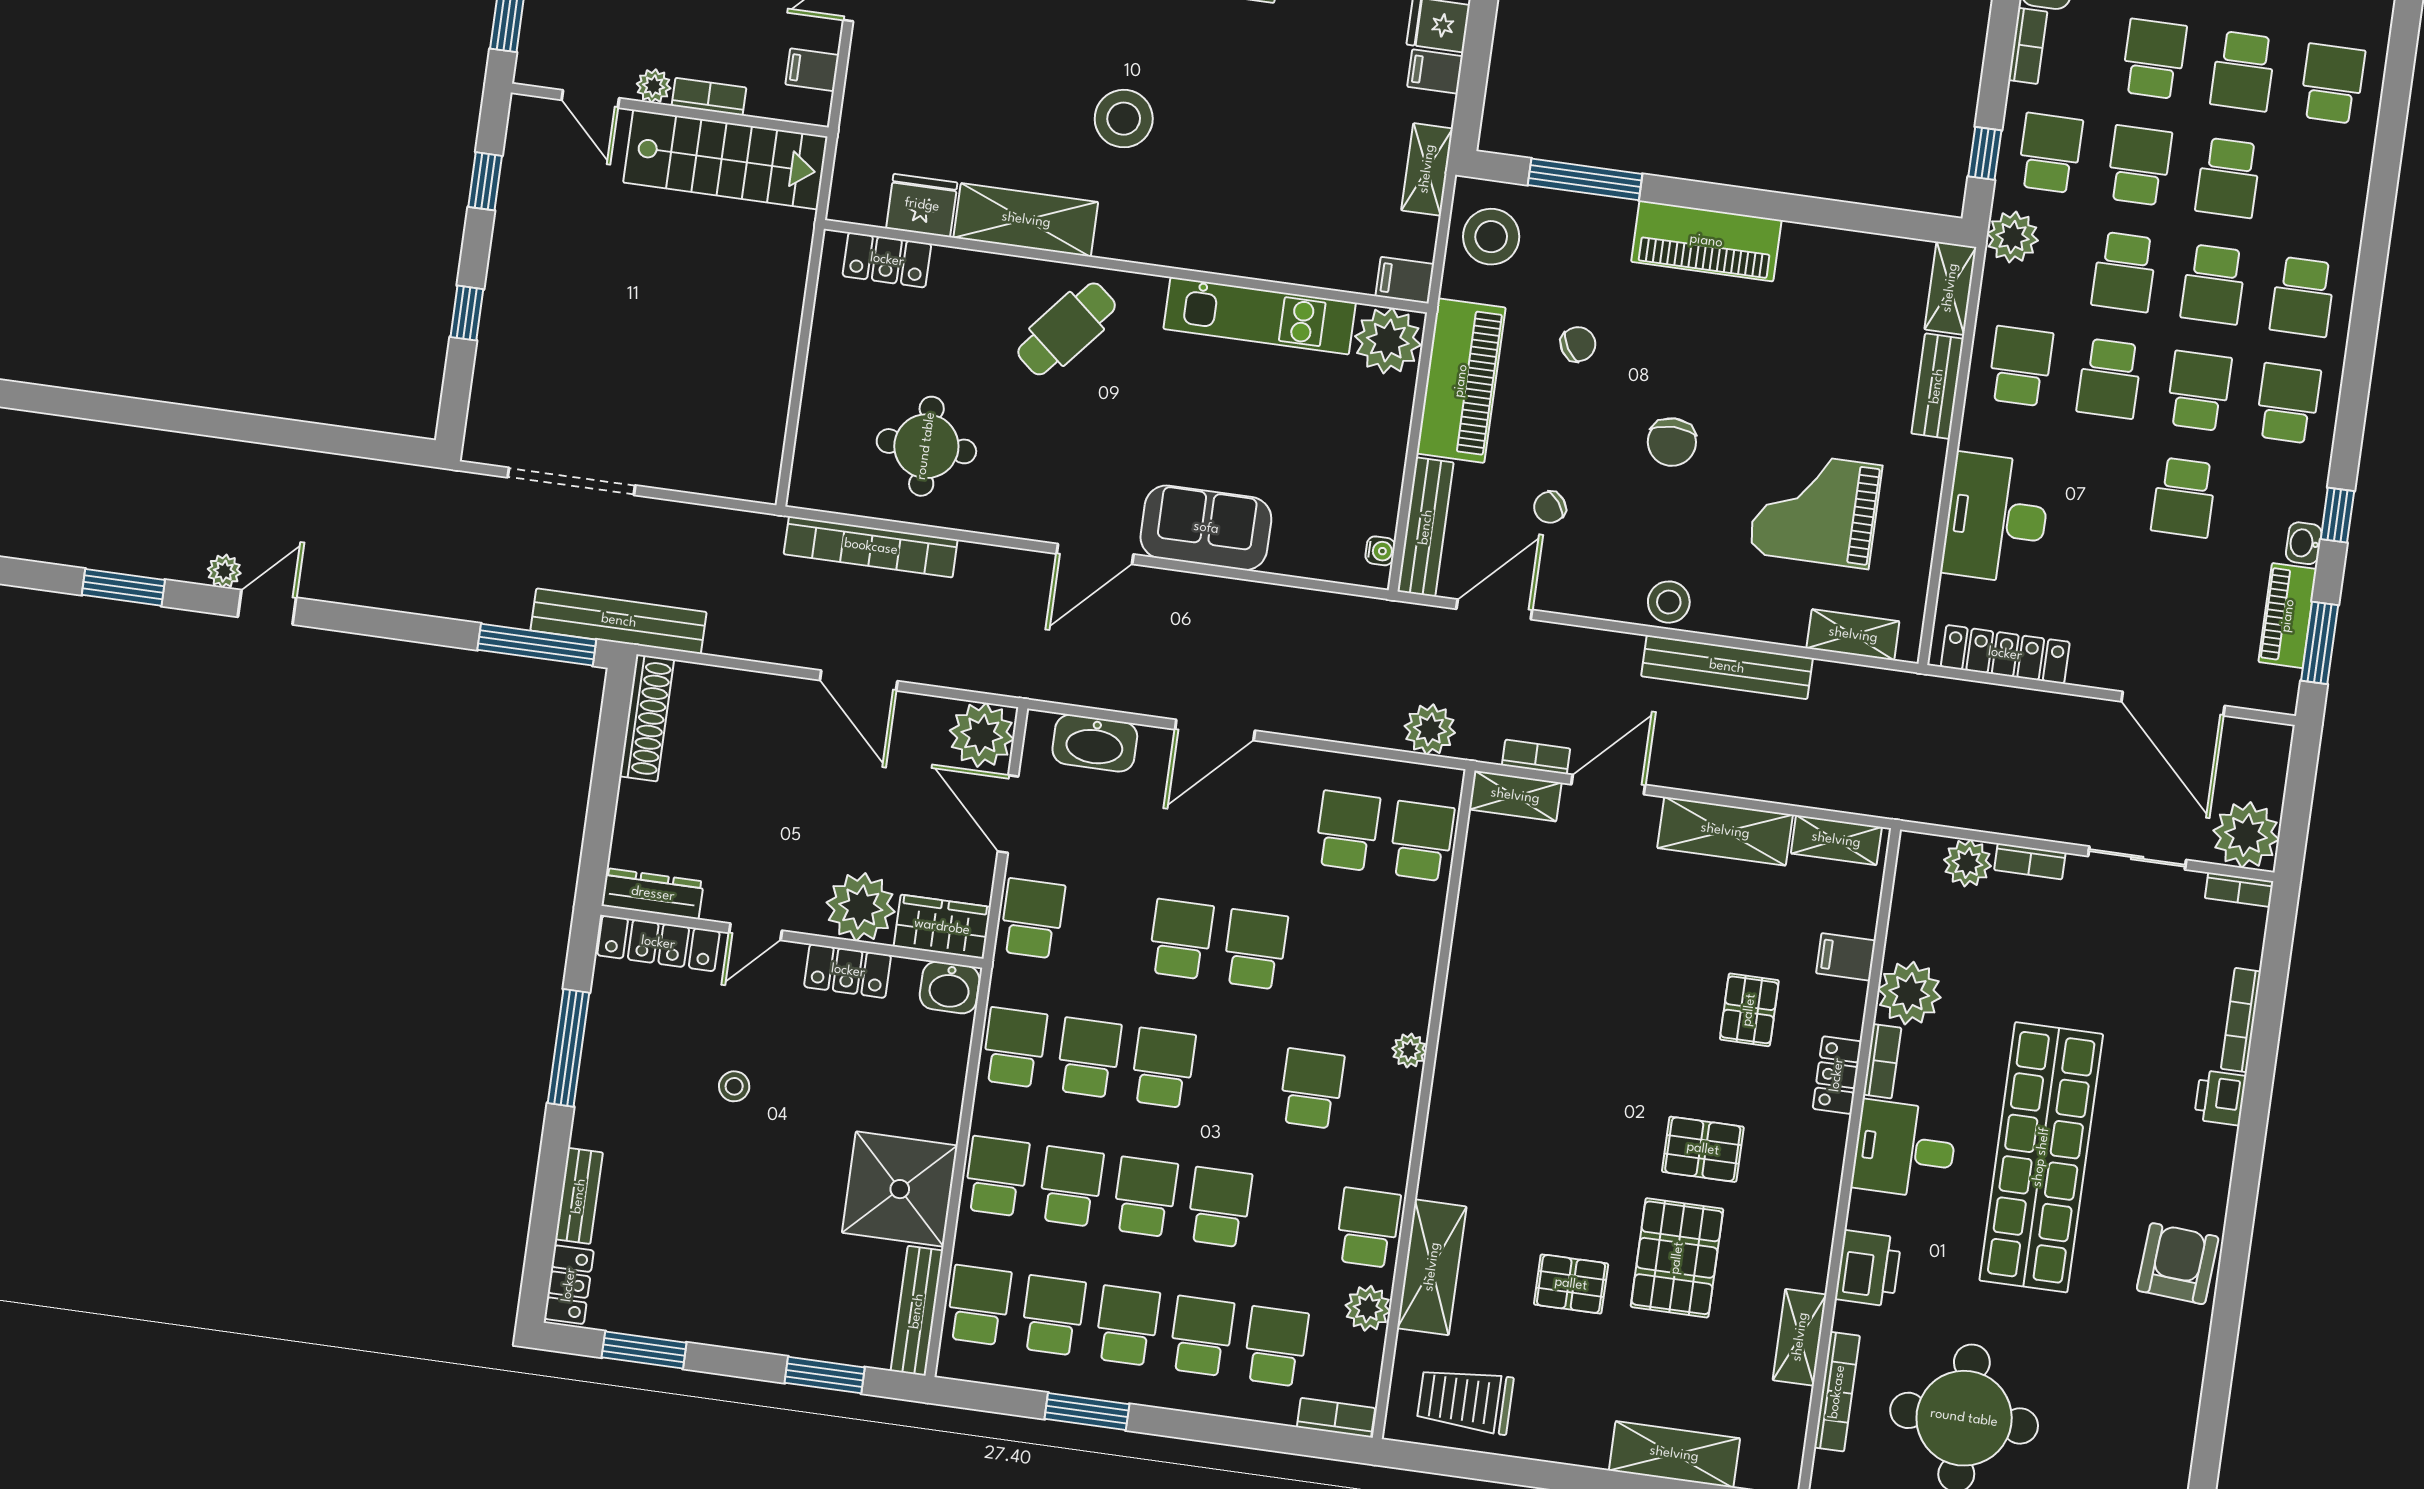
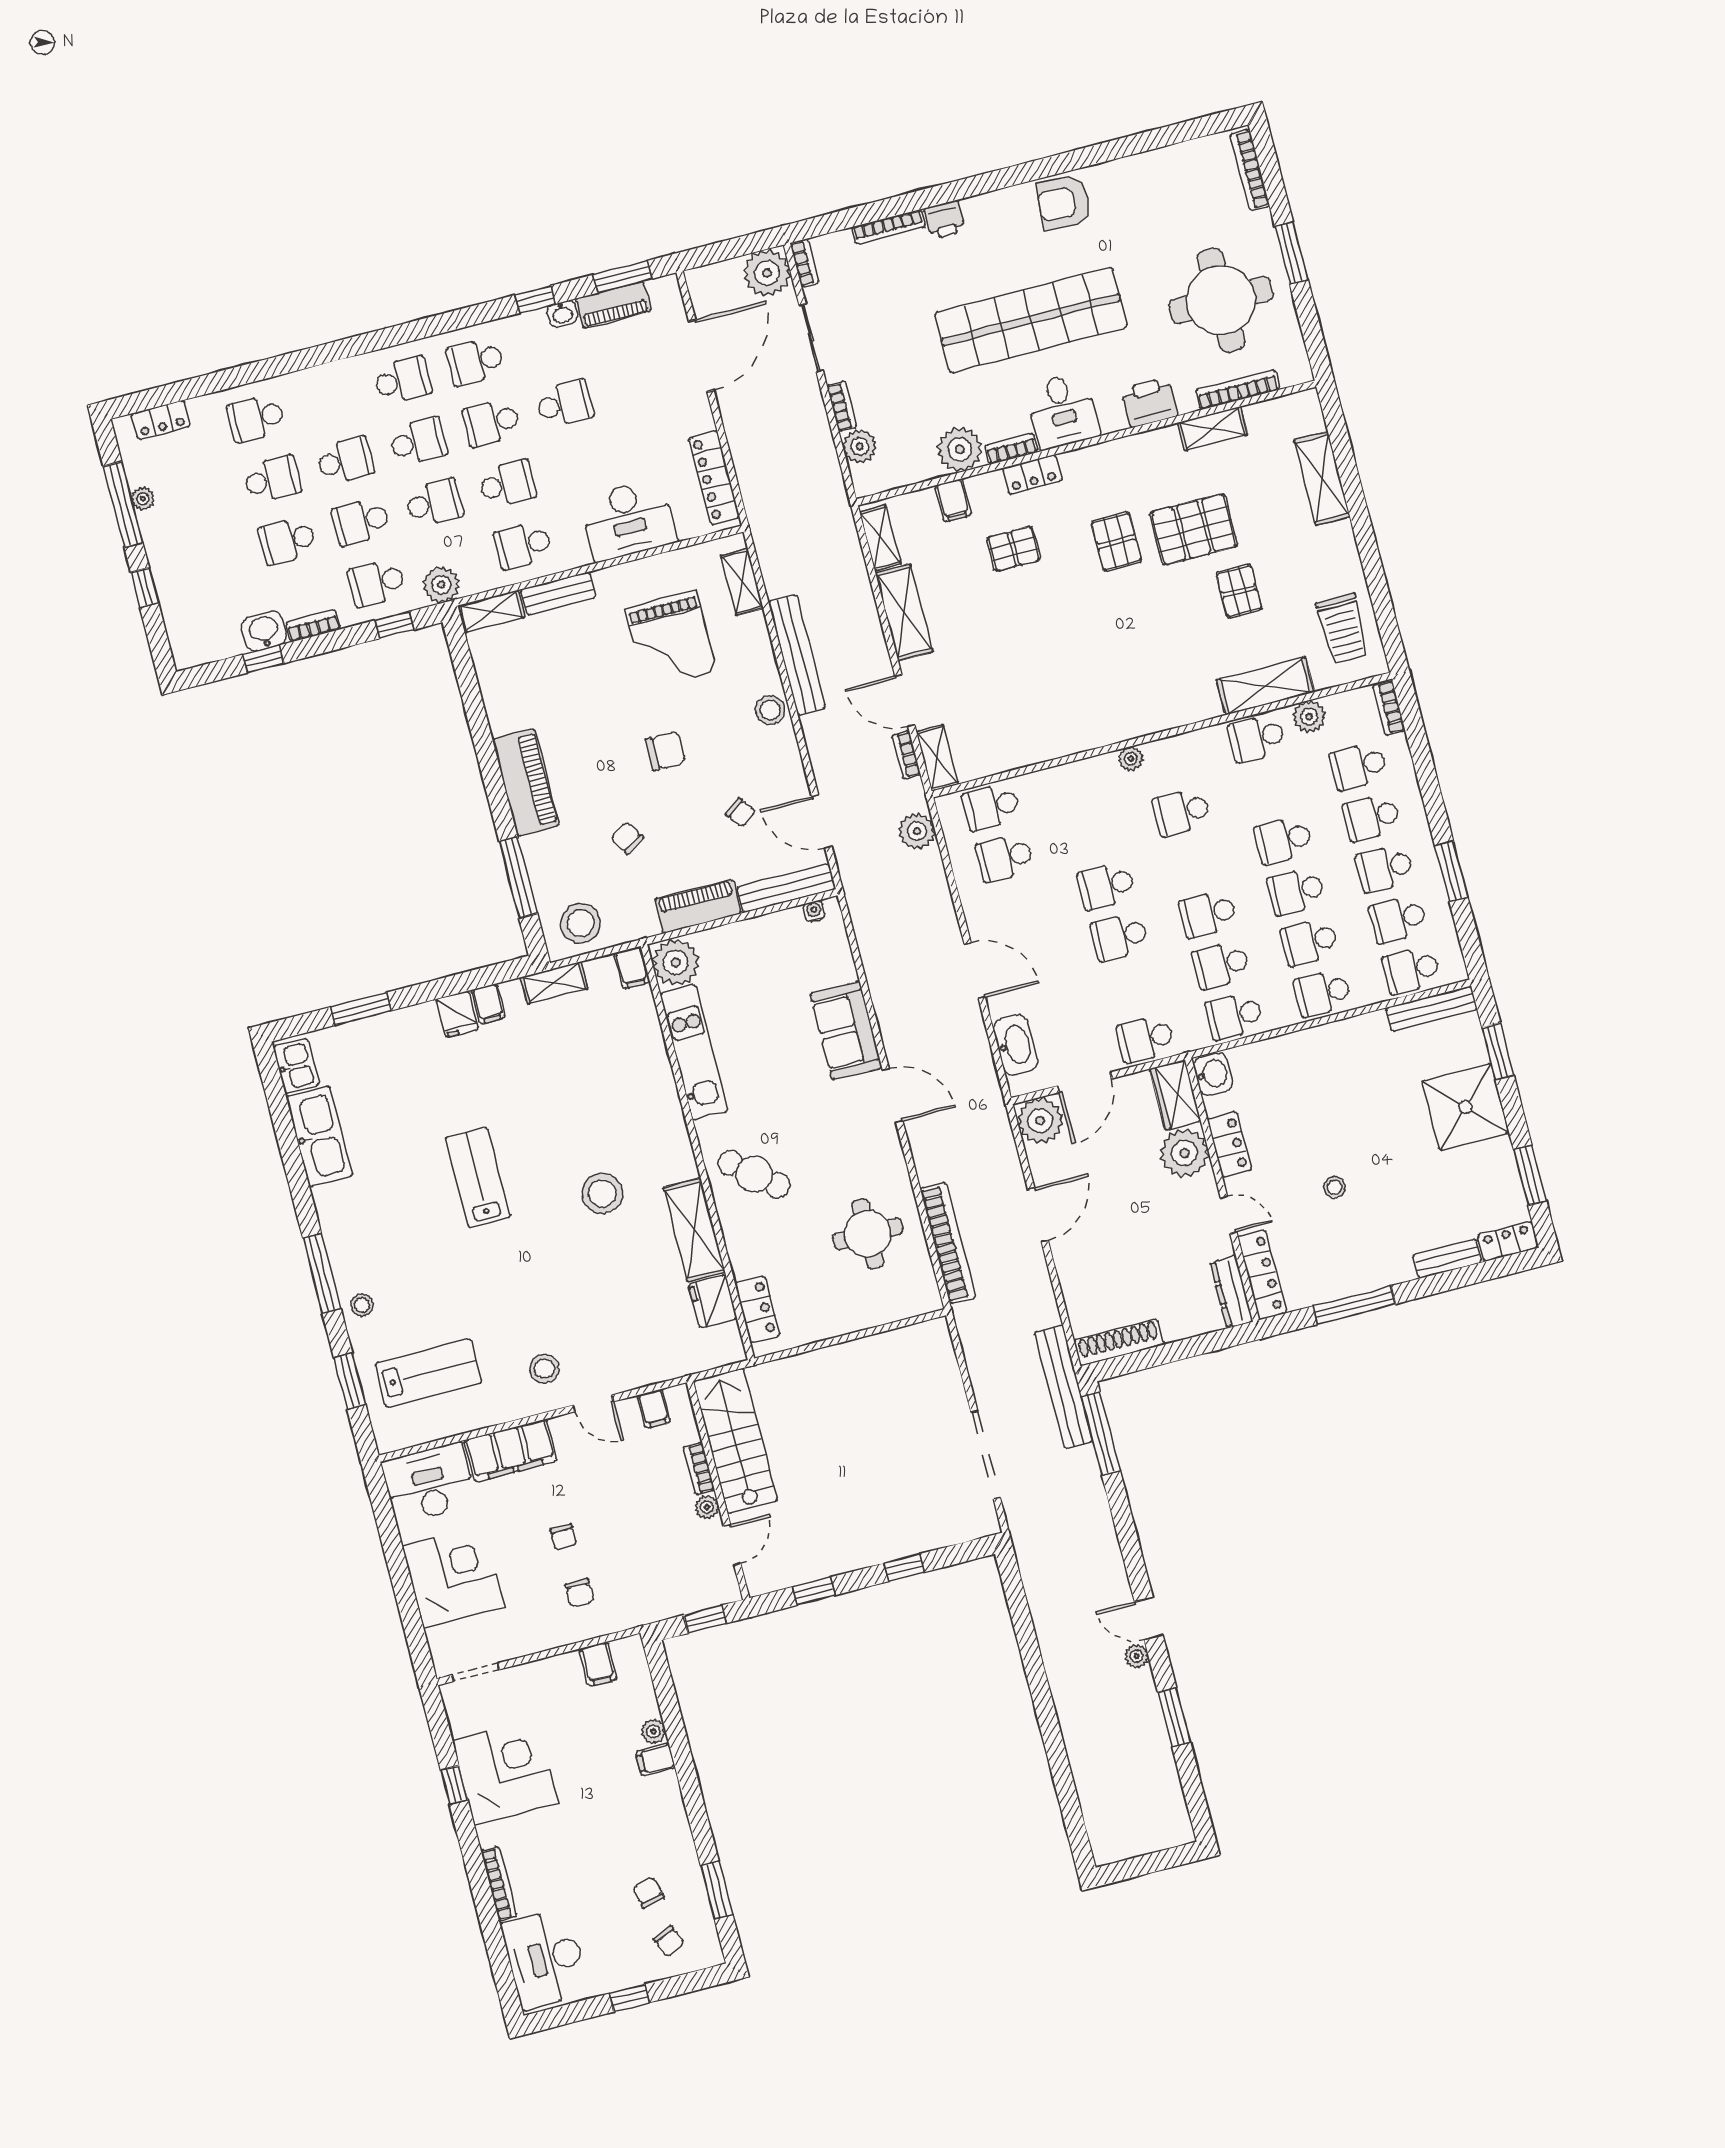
piano: (1461, 381) -> (698, 906), width x0.73, depth x0.75
shower: (900, 1189) -> (1466, 1107), moved

